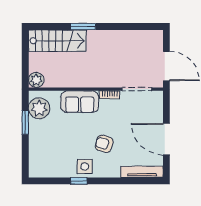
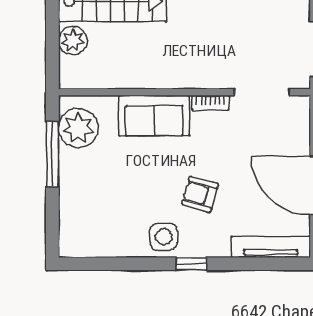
plant: (36, 80) -> (73, 41), moved
window: (25, 122) -> (52, 154), width x1.44
window: (79, 181) -> (191, 264), moved

